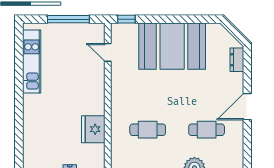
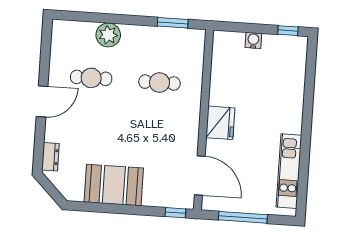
booth: (172, 46) -> (114, 185), width x0.73, depth x0.70
door: (108, 52) -> (200, 175), width x1.88
fridge: (93, 129) -> (220, 123), moved

